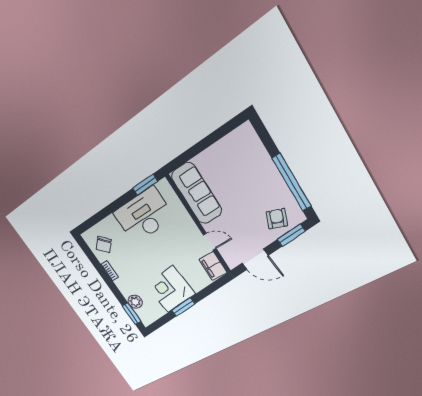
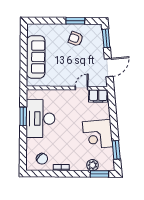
window: (292, 182) -> (75, 21), width x0.47
window: (145, 185) -> (23, 116), moved
sofa: (197, 193) -> (36, 57), moved, turned 90
armchair: (277, 219) -> (76, 39), moved
window: (183, 307) -> (116, 150), moved

